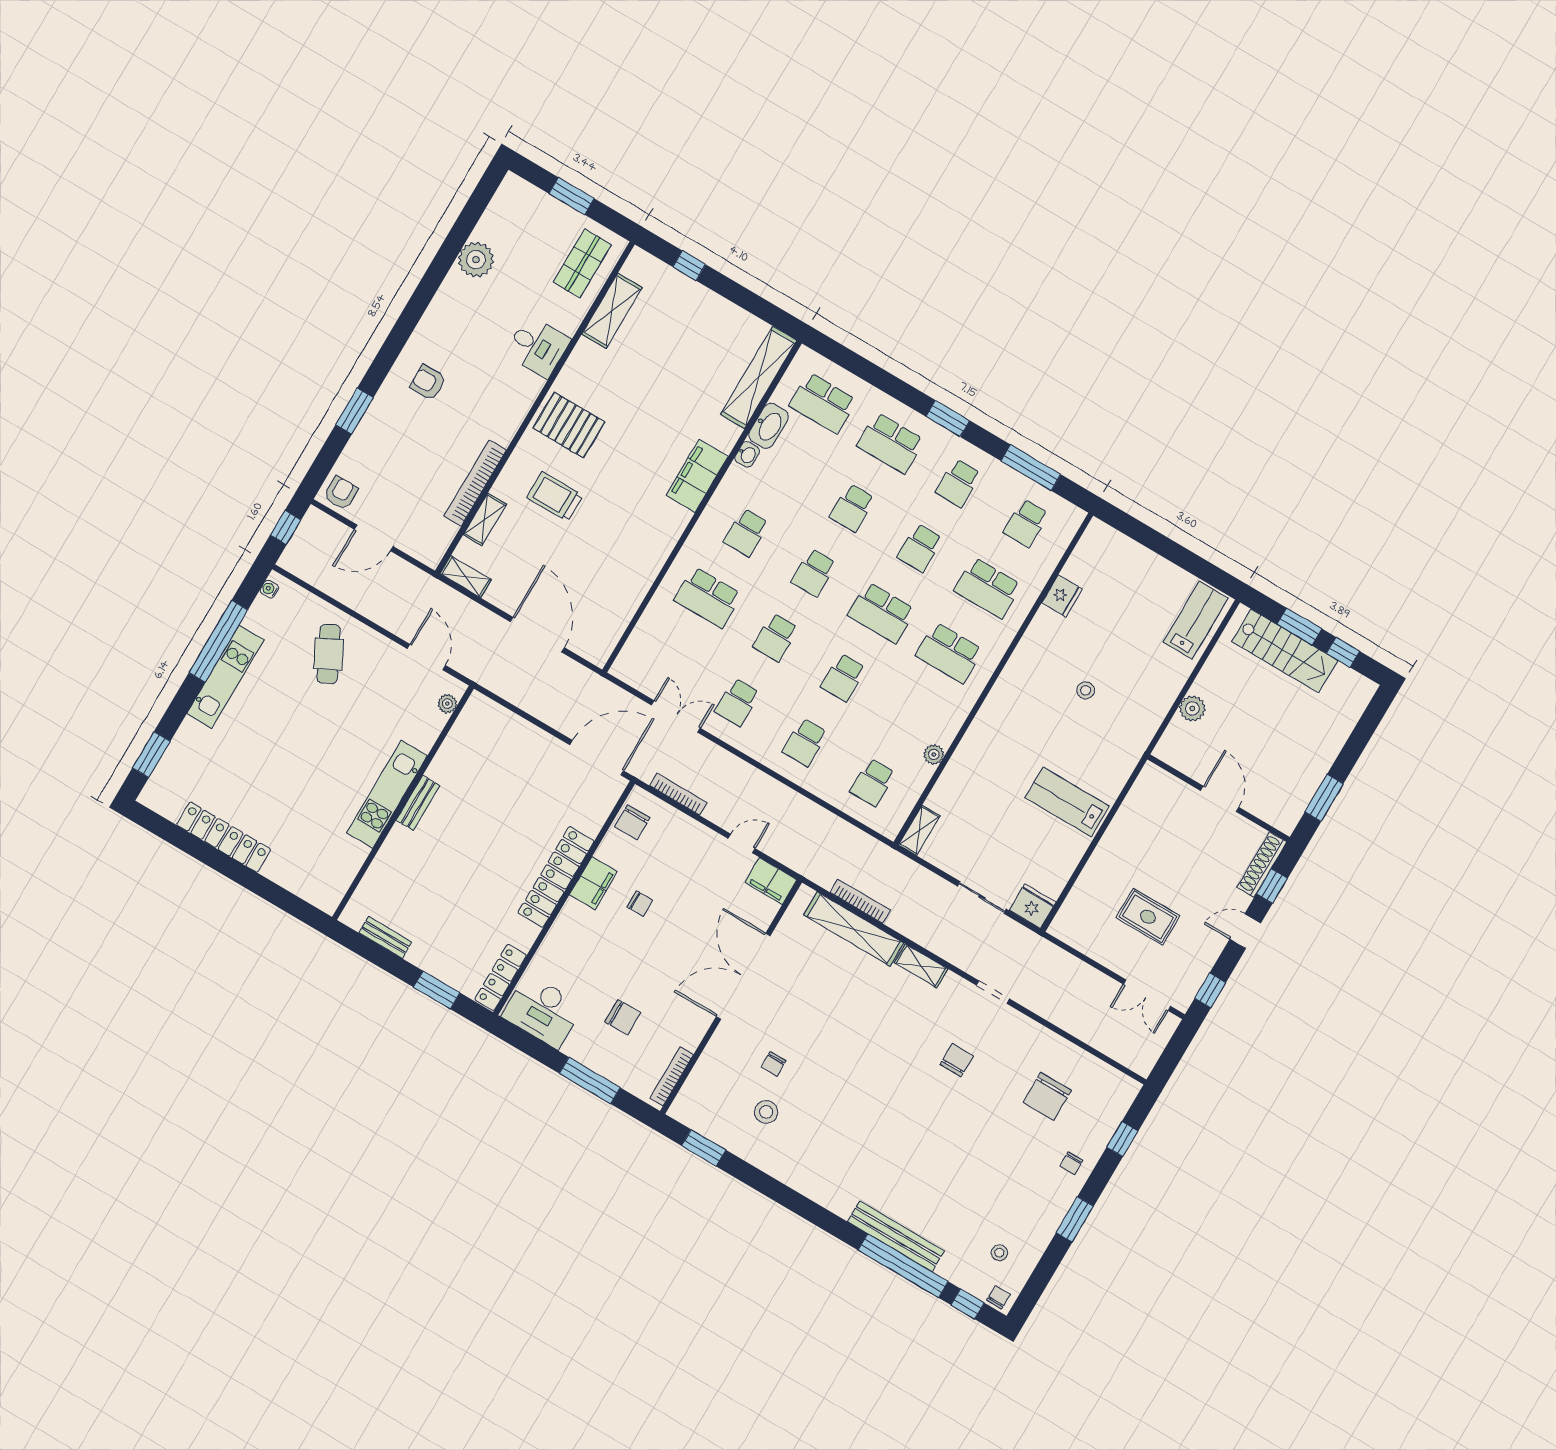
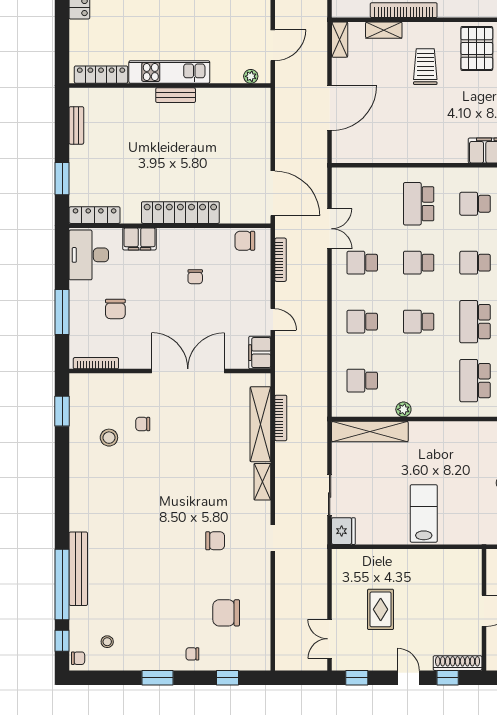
shelving: (919, 830) -> (370, 432), width x2.20, depth x1.33
locker: (344, 874) -> (101, 75), added
filing cabinet: (593, 883) -> (139, 239), moved

